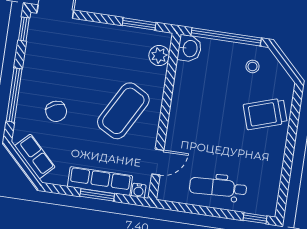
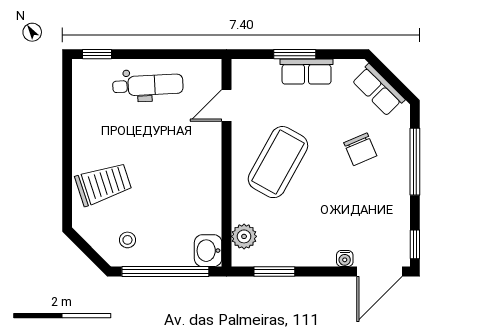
chair: (56, 111) -> (360, 149), turned 180
row of seats: (100, 181) -> (307, 72), width x0.68
water cooler: (139, 190) -> (345, 259), moved, turned 180

